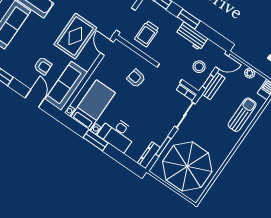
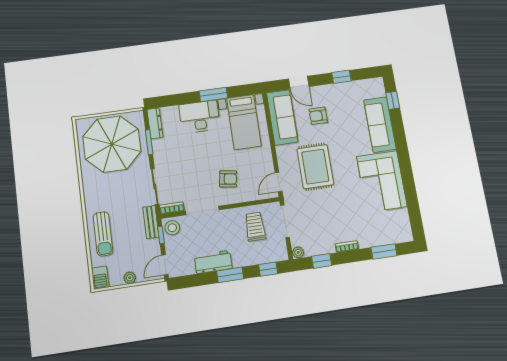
door: (107, 48) -> (279, 182), swing flipped
stool: (199, 67) -> (172, 228), moved
bench: (213, 86) -> (151, 222), moved

